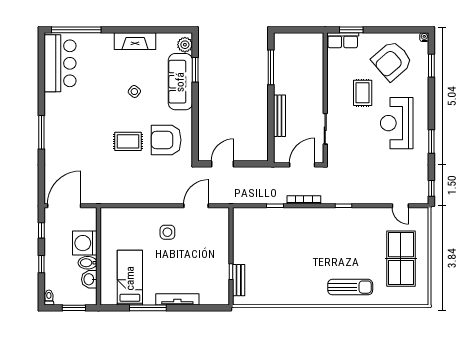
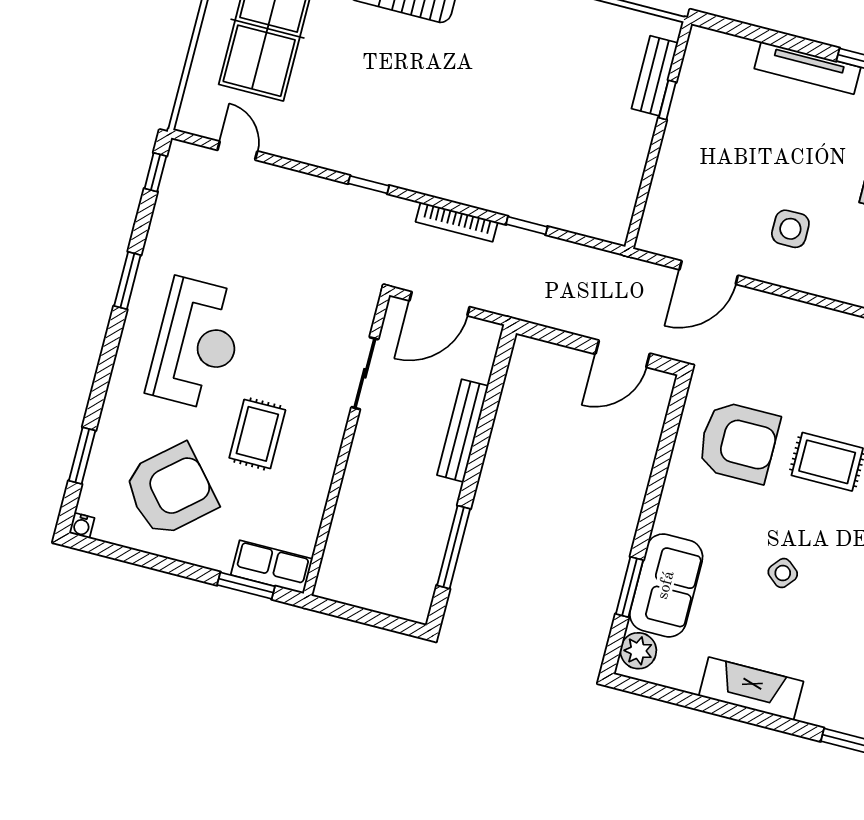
sofa: (180, 82) -> (666, 585), width x0.73

